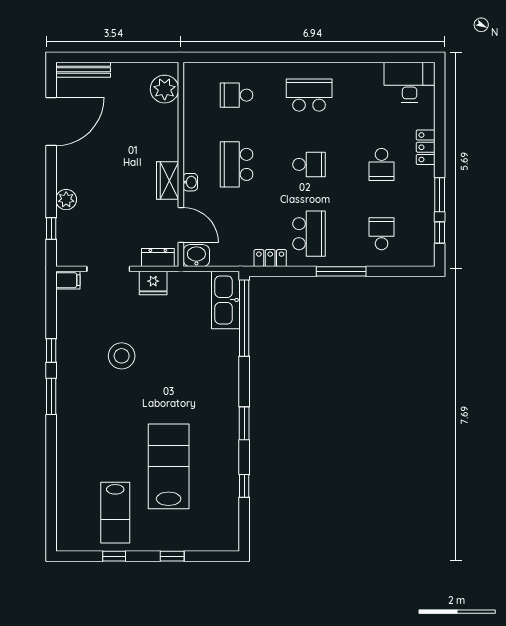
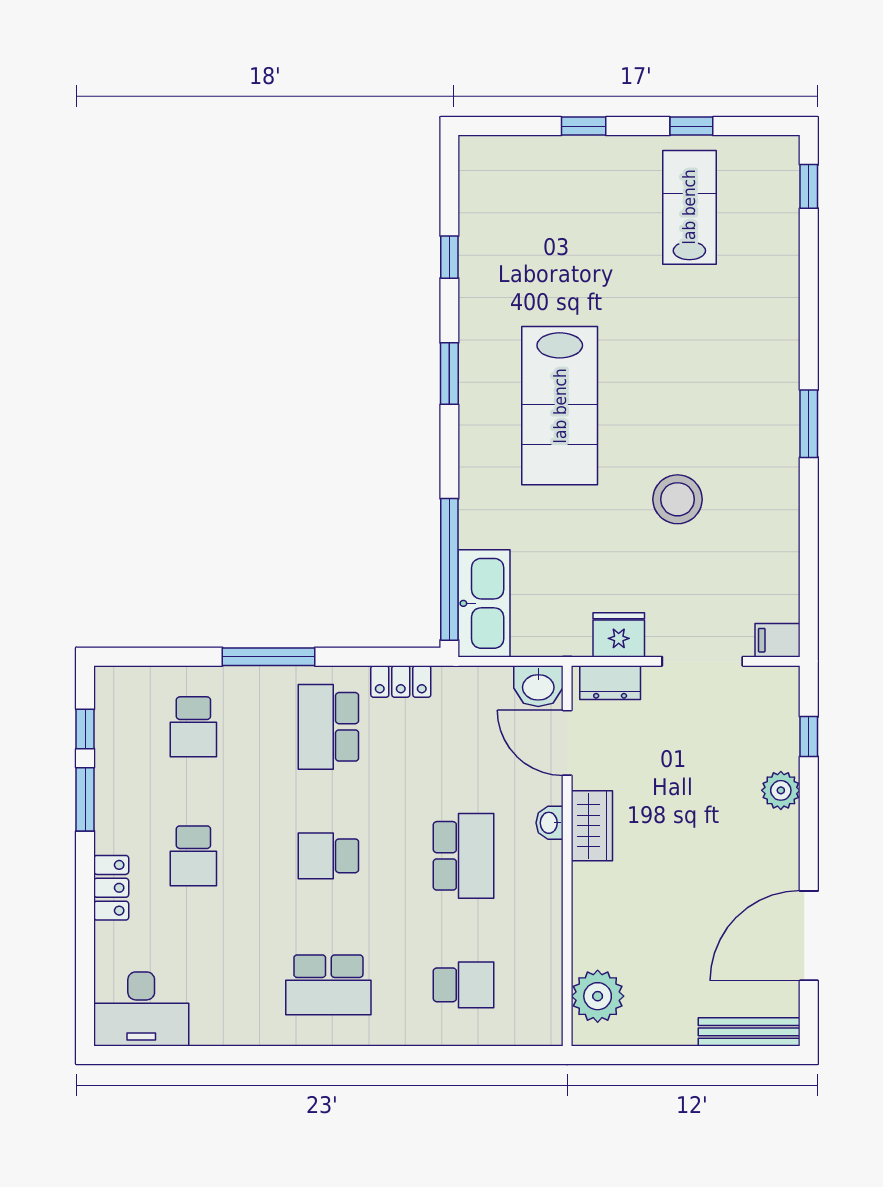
school desk: (382, 164) -> (193, 856), turned 180
window: (51, 350) -> (809, 186), moved
lab bench: (169, 466) -> (560, 406), moved

